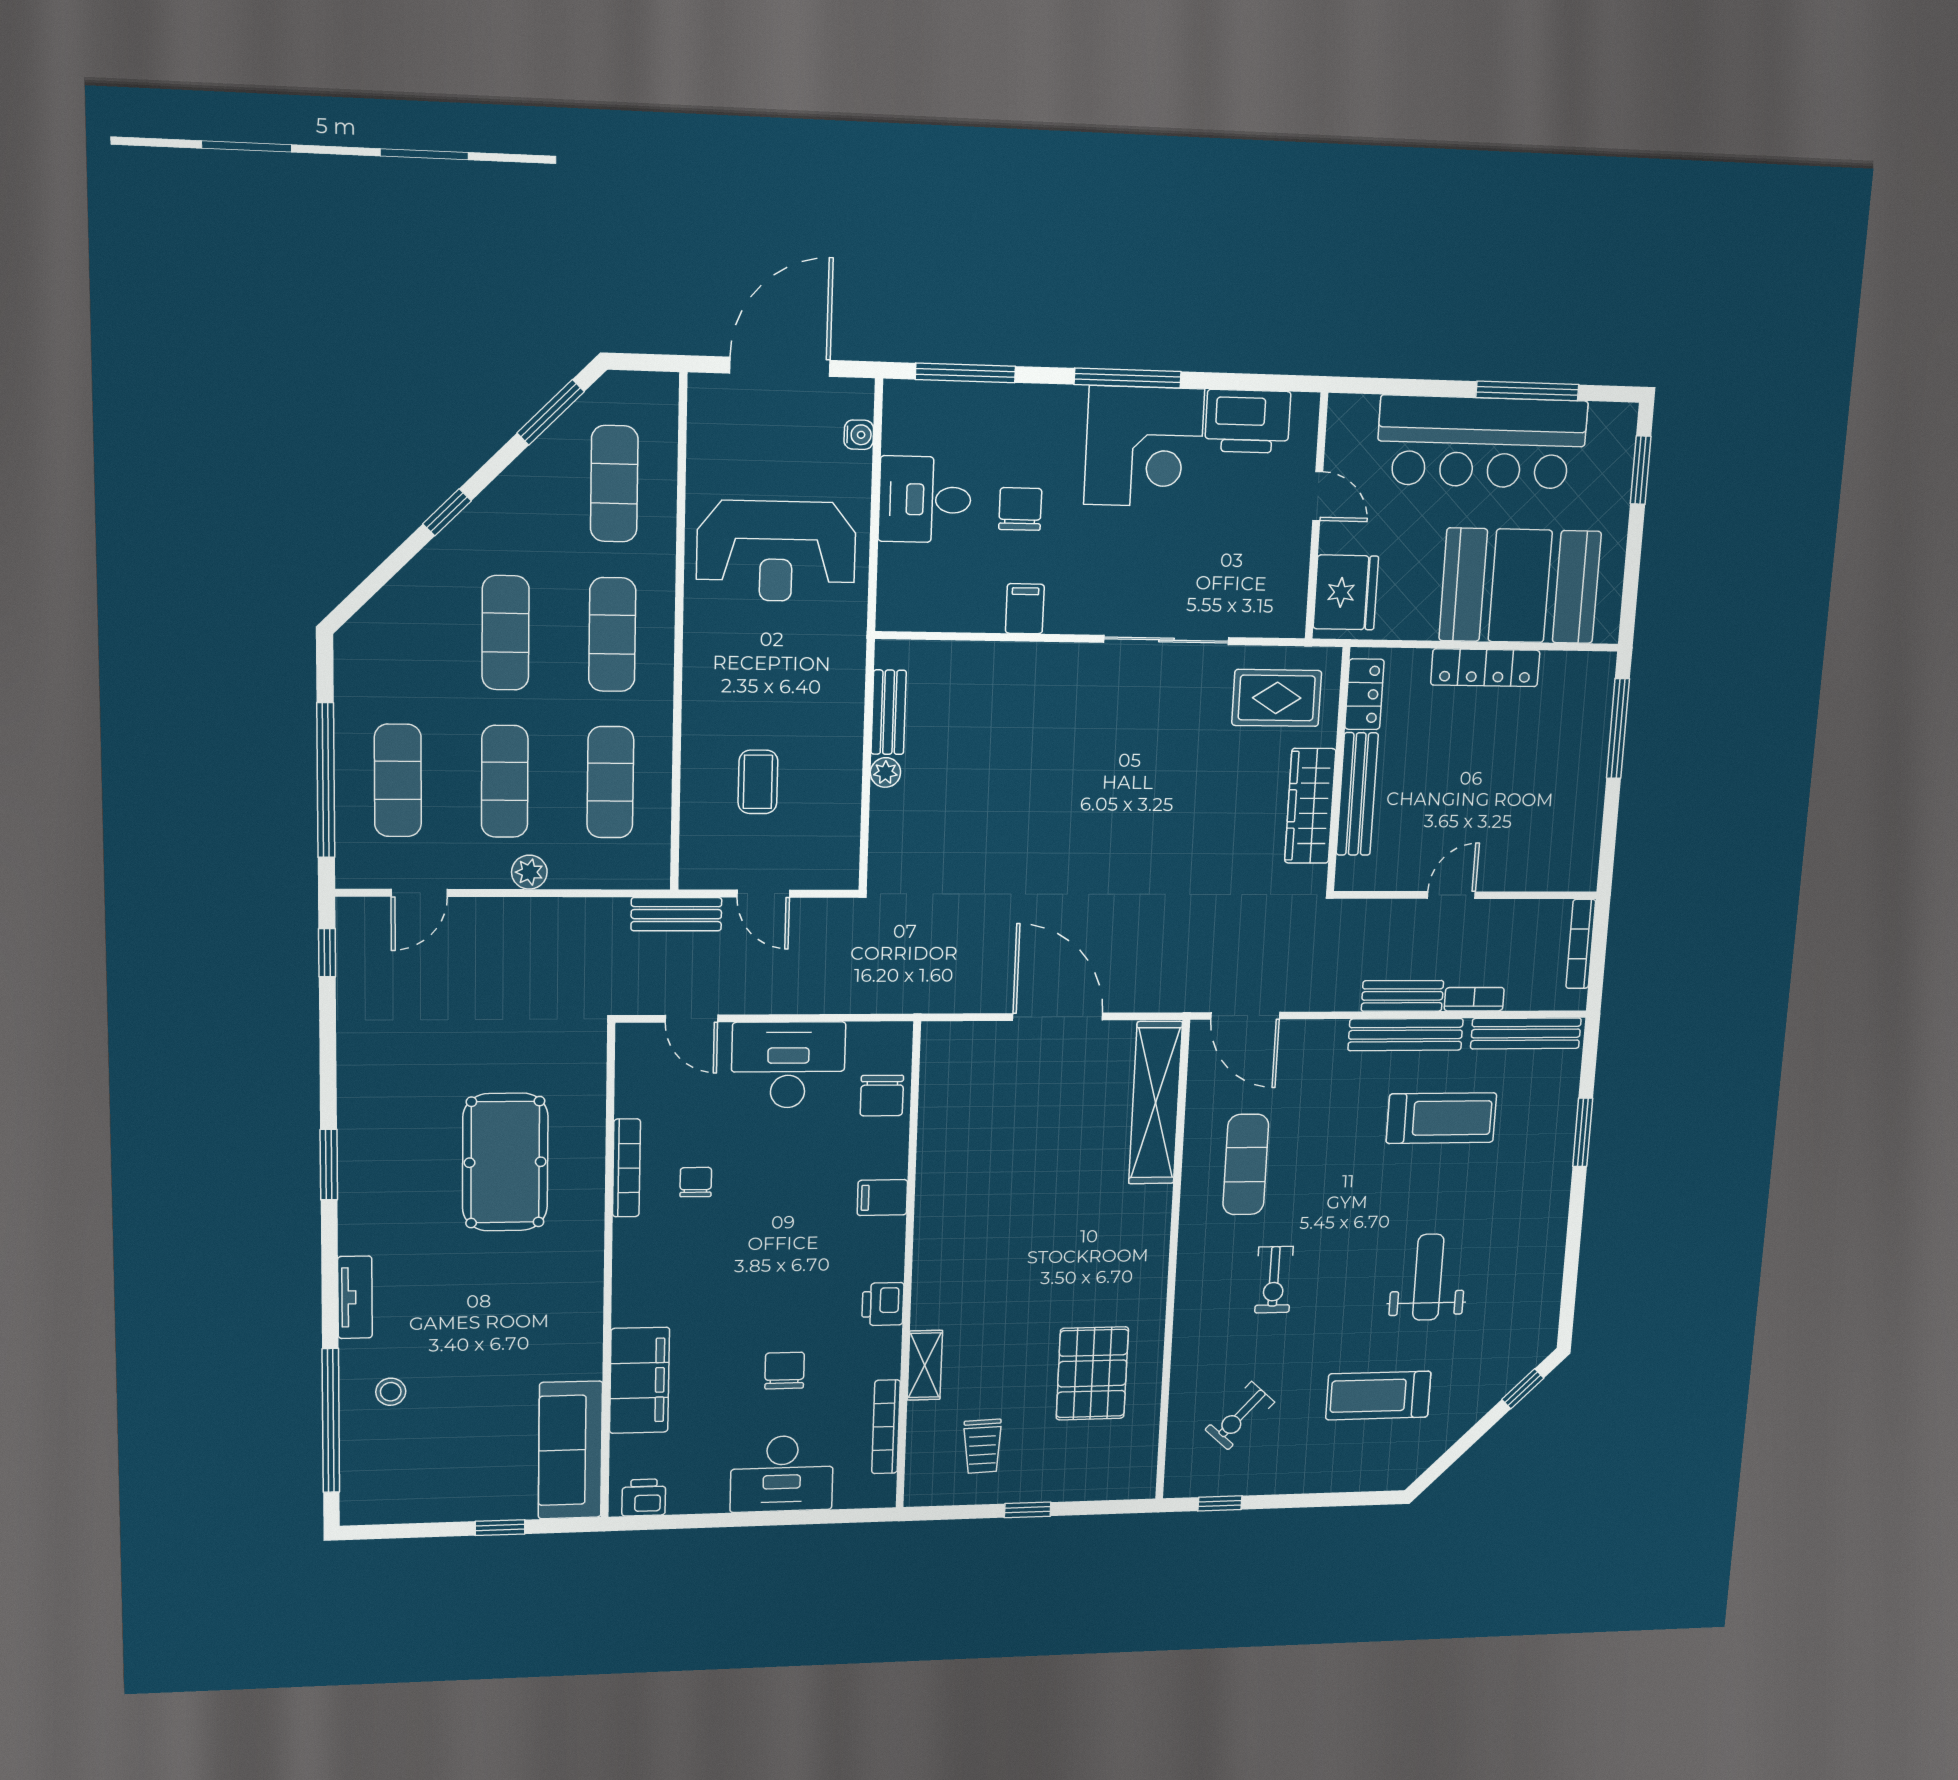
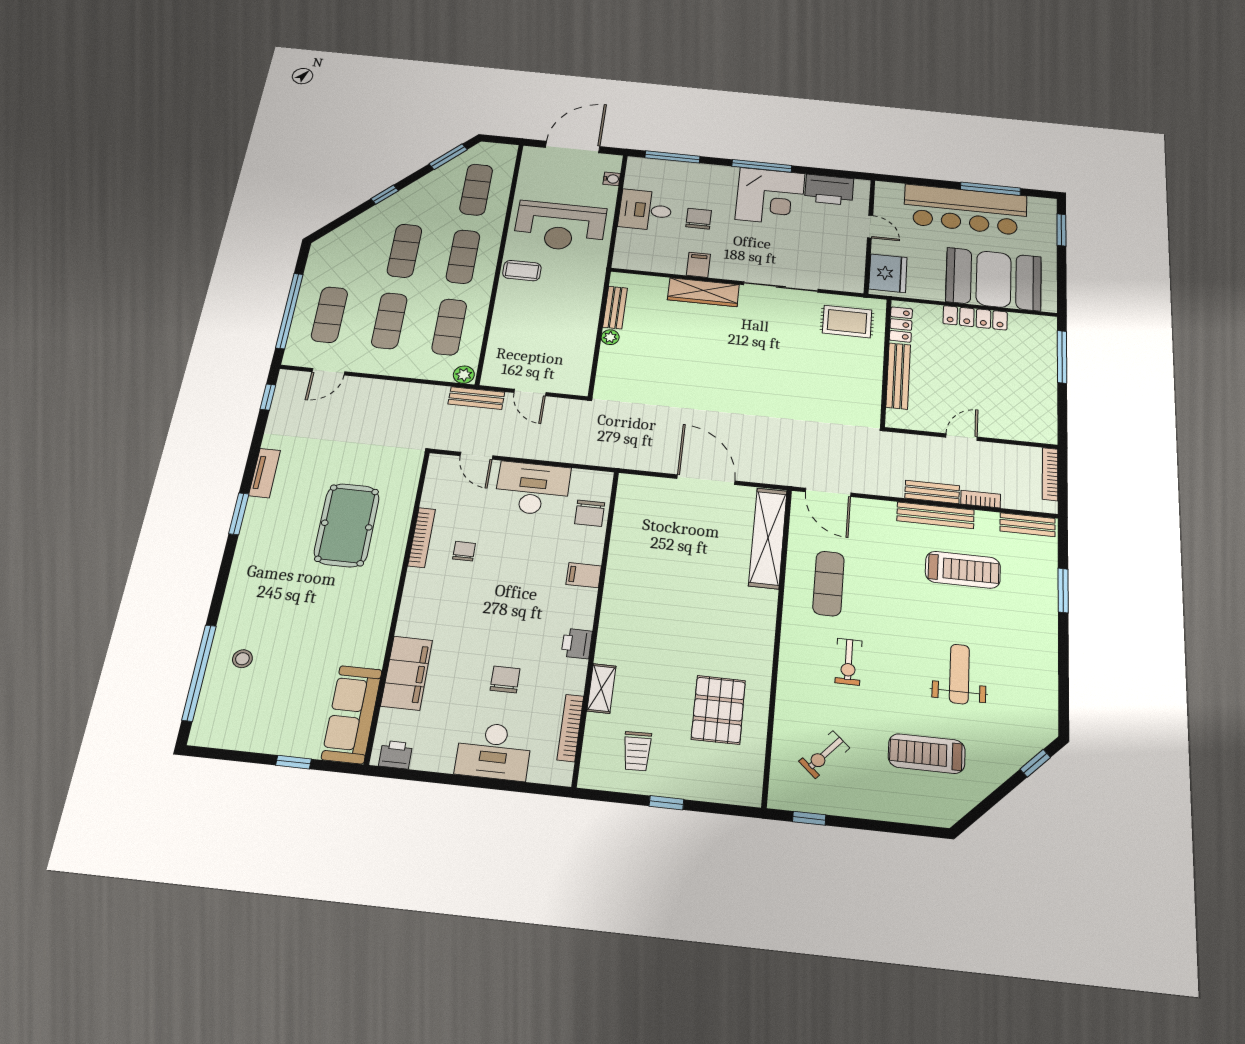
coffee table: (758, 782) -> (522, 271), moved, turned 90
wardrobe: (1310, 806) -> (703, 292), moved, turned -90
plant: (529, 872) -> (464, 375), moved
bench: (1526, 1033) -> (1027, 525), width x0.73
tv unit: (355, 1297) -> (265, 473), moved

